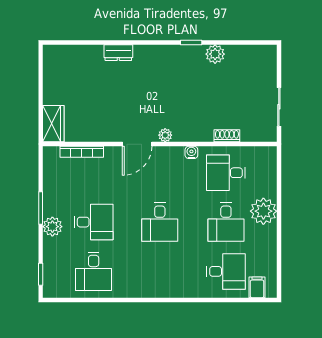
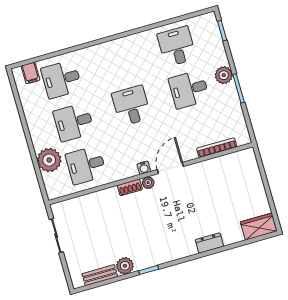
bench: (244, 52) -> (100, 275), added
wardrobe: (53, 124) -> (259, 227), moved, turned 90
shoe rack: (227, 136) -> (130, 187), moved
water cooler: (191, 152) -> (144, 168), moved
desk: (226, 173) -> (86, 165), turned 180
plant: (263, 211) -> (49, 160), moved
desk: (226, 222) -> (74, 122), turned -90

